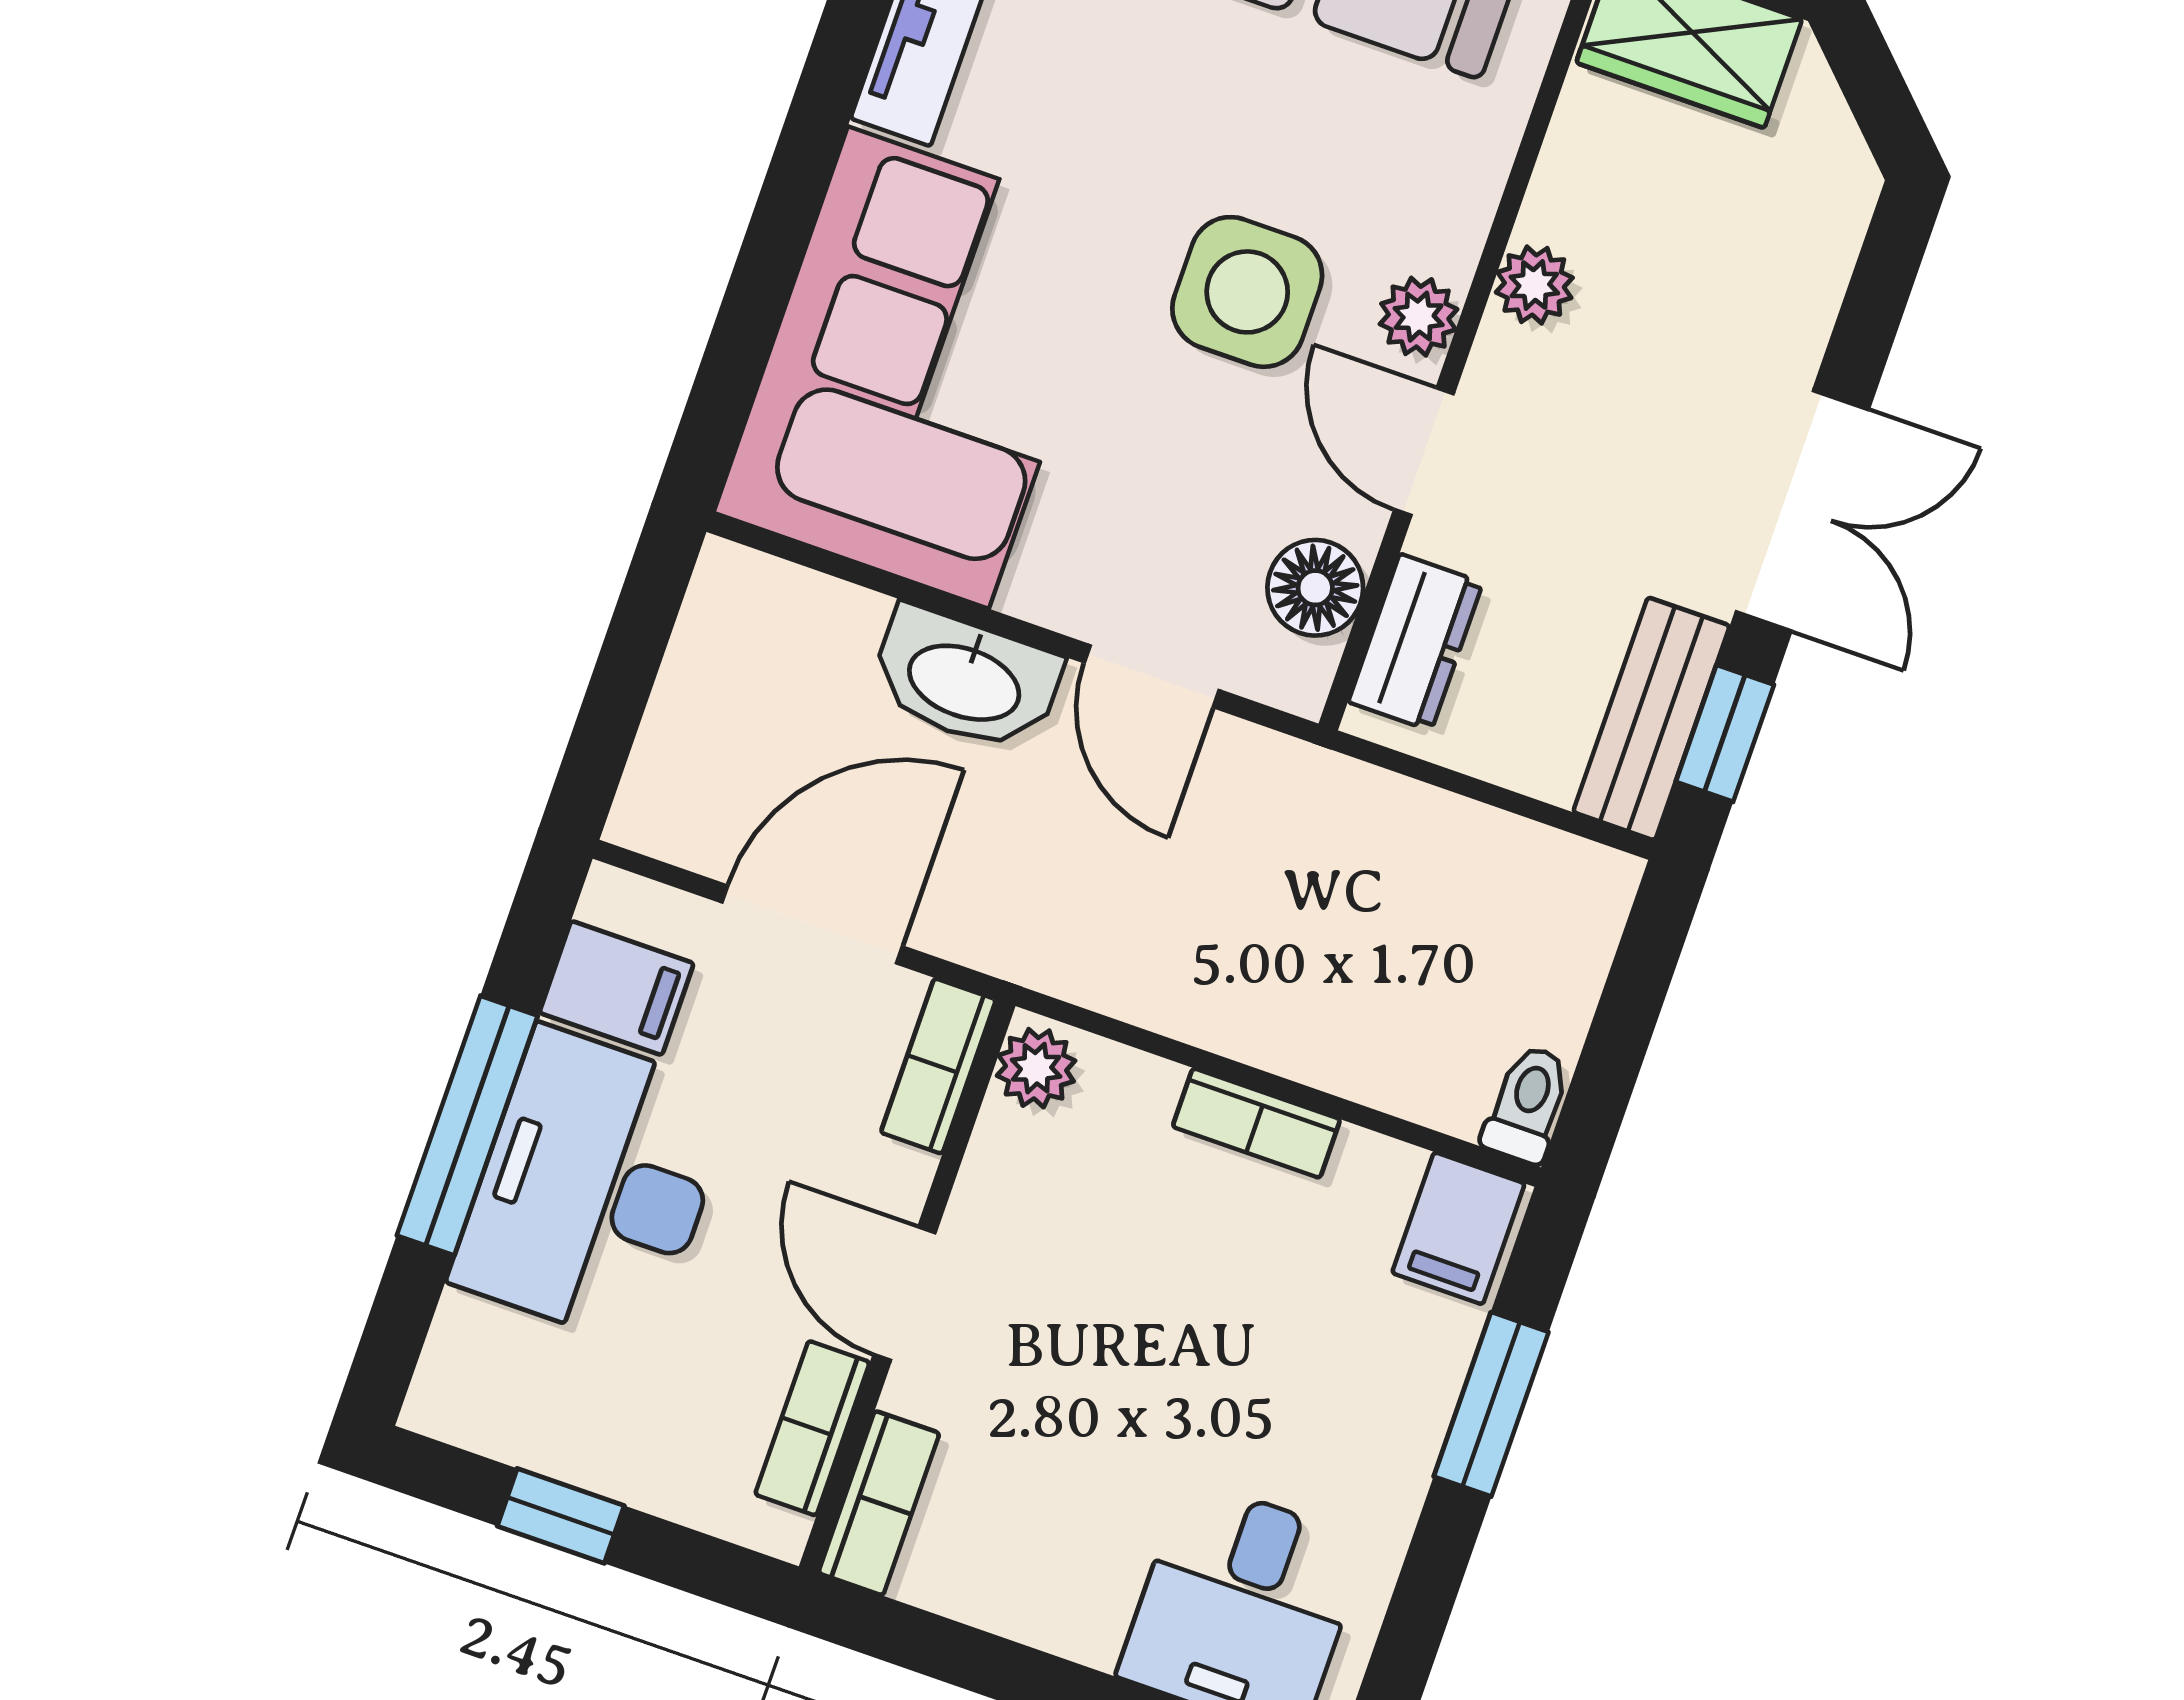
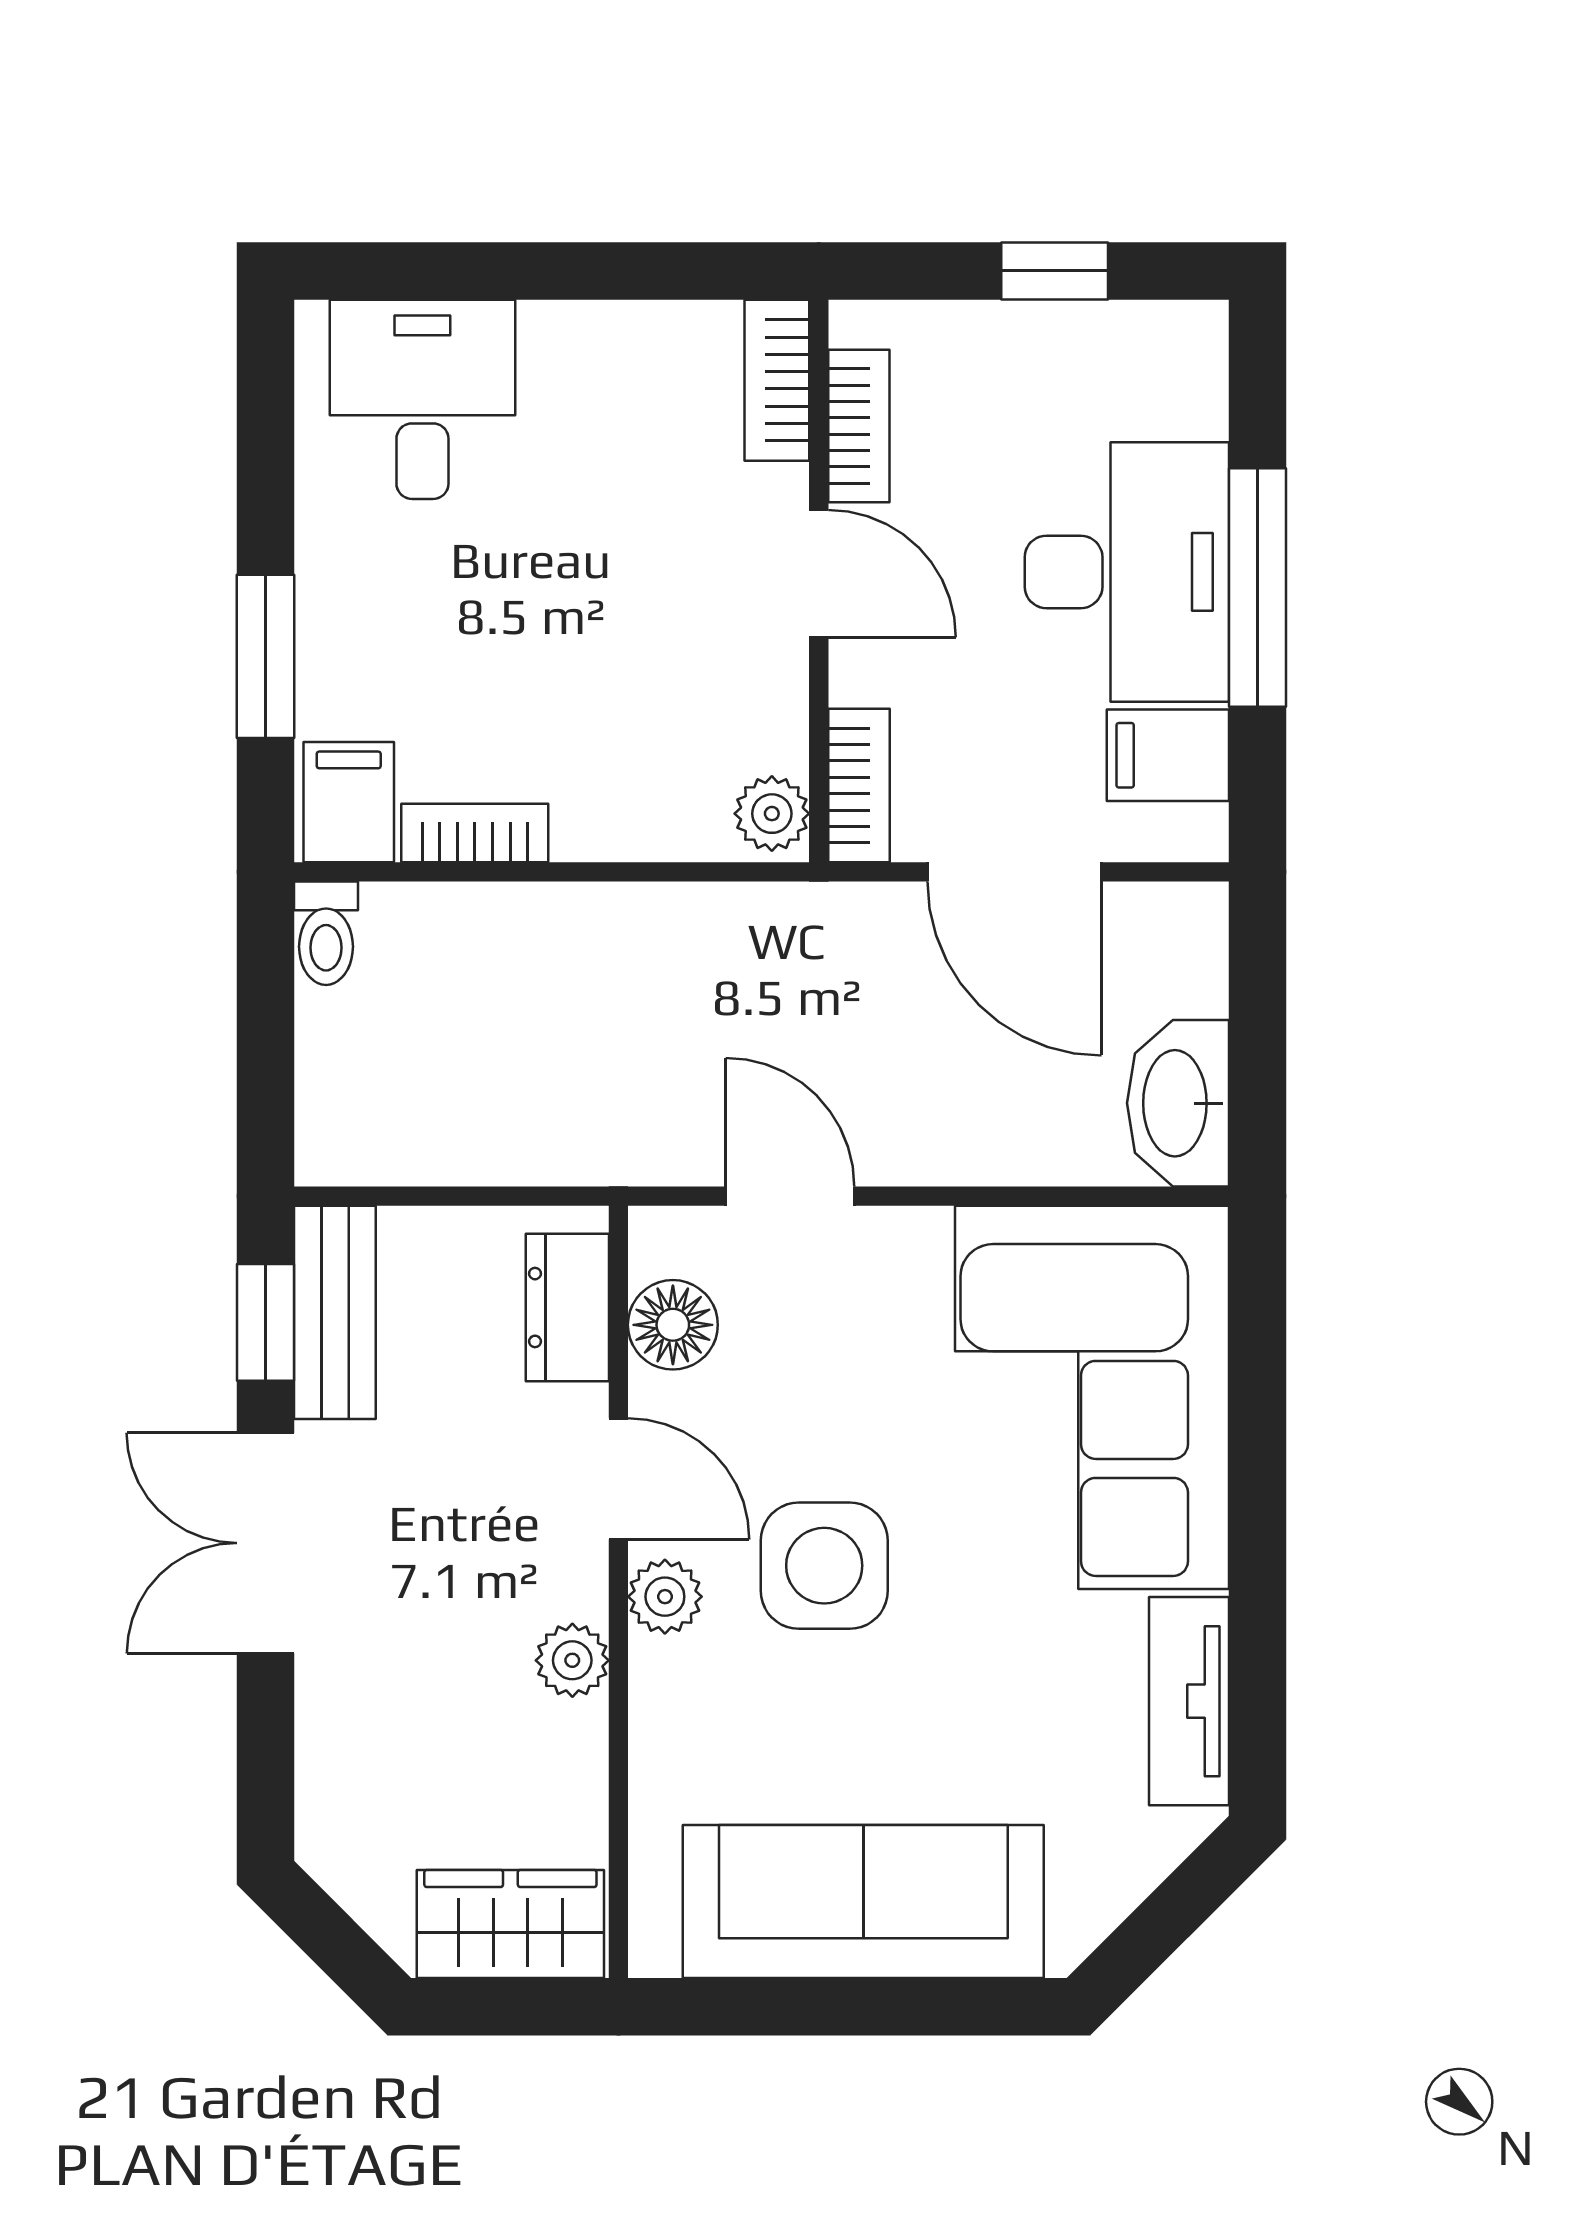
washbasin: (965, 680) -> (1178, 1103), moved, turned -90
door: (812, 924) -> (1014, 872), hinge flipped
bookcase: (1256, 1123) -> (475, 833), moved

